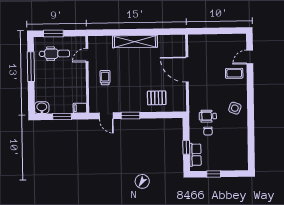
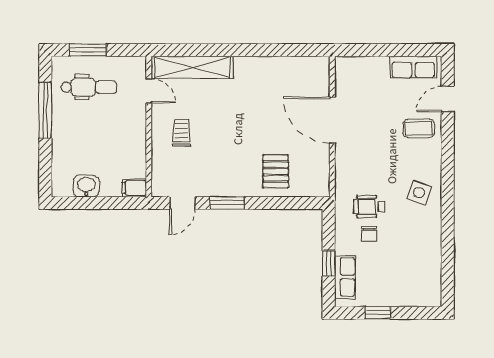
row of seats: (231, 40) -> (413, 67), added
shelving: (135, 42) -> (192, 67), moved
door: (87, 55) -> (149, 91), swing flipped
pallet: (157, 98) -> (276, 171), turned 90
washbasin: (42, 108) -> (86, 186), moved
door: (106, 116) -> (182, 203), hinge flipped
window: (62, 117) -> (101, 203), removed

